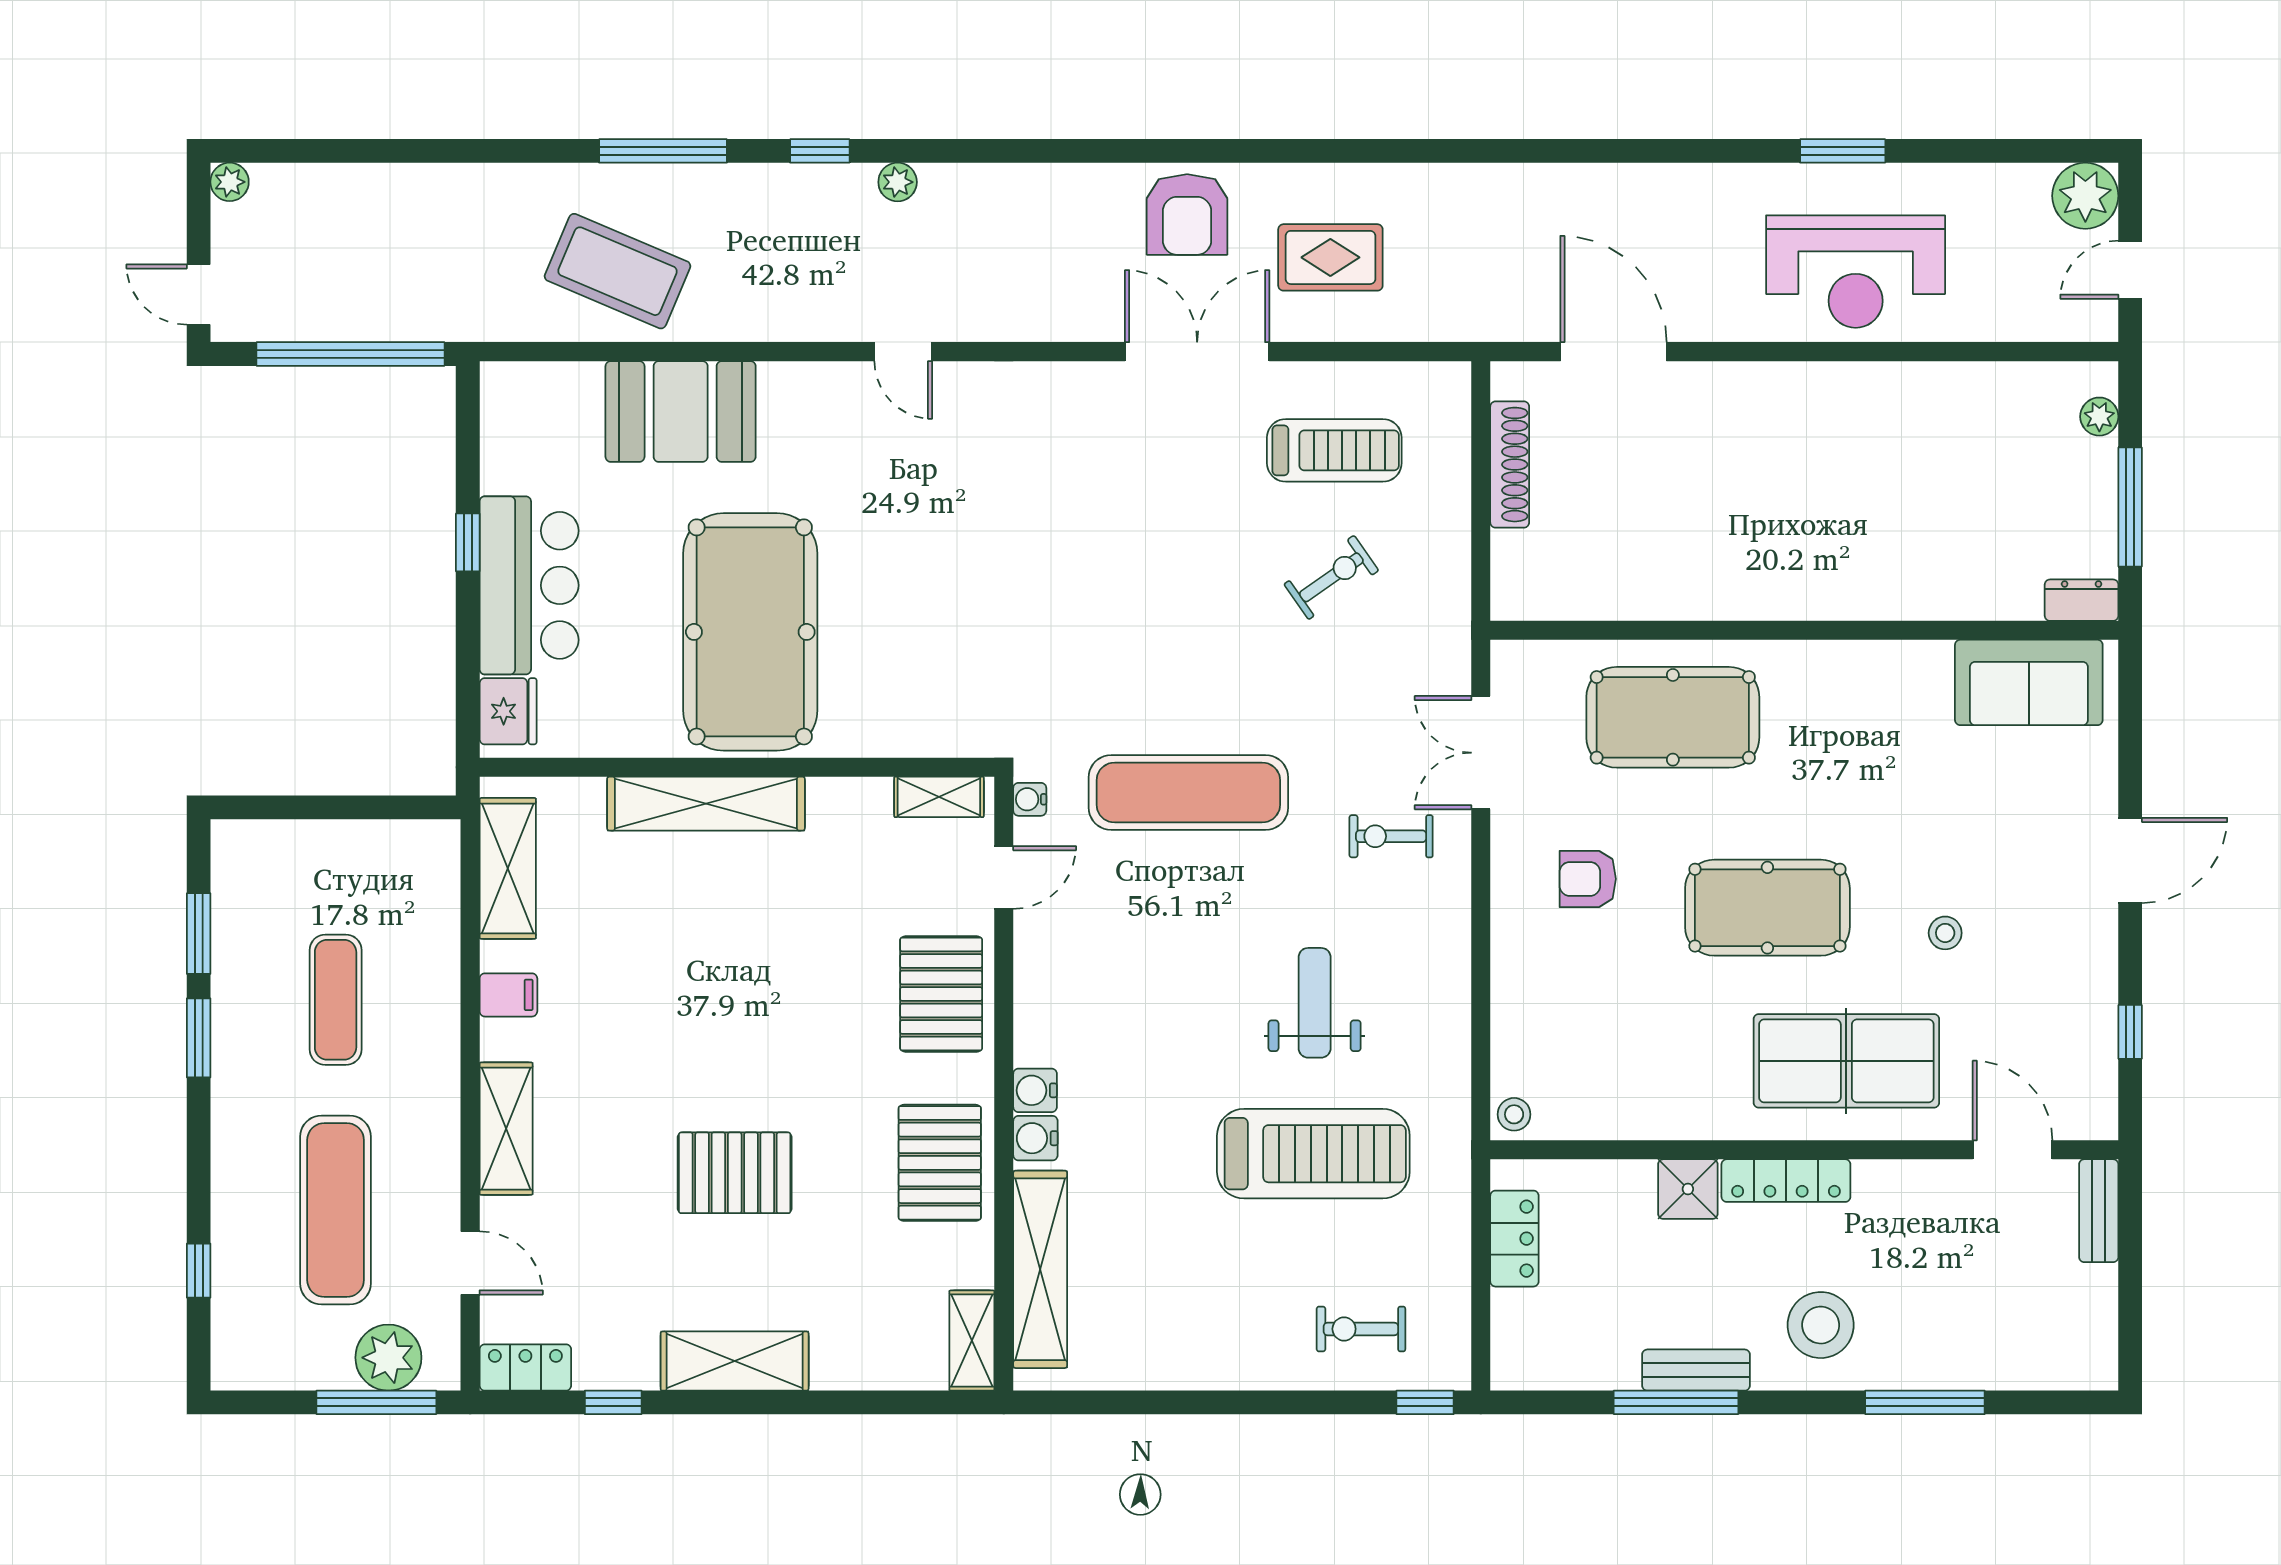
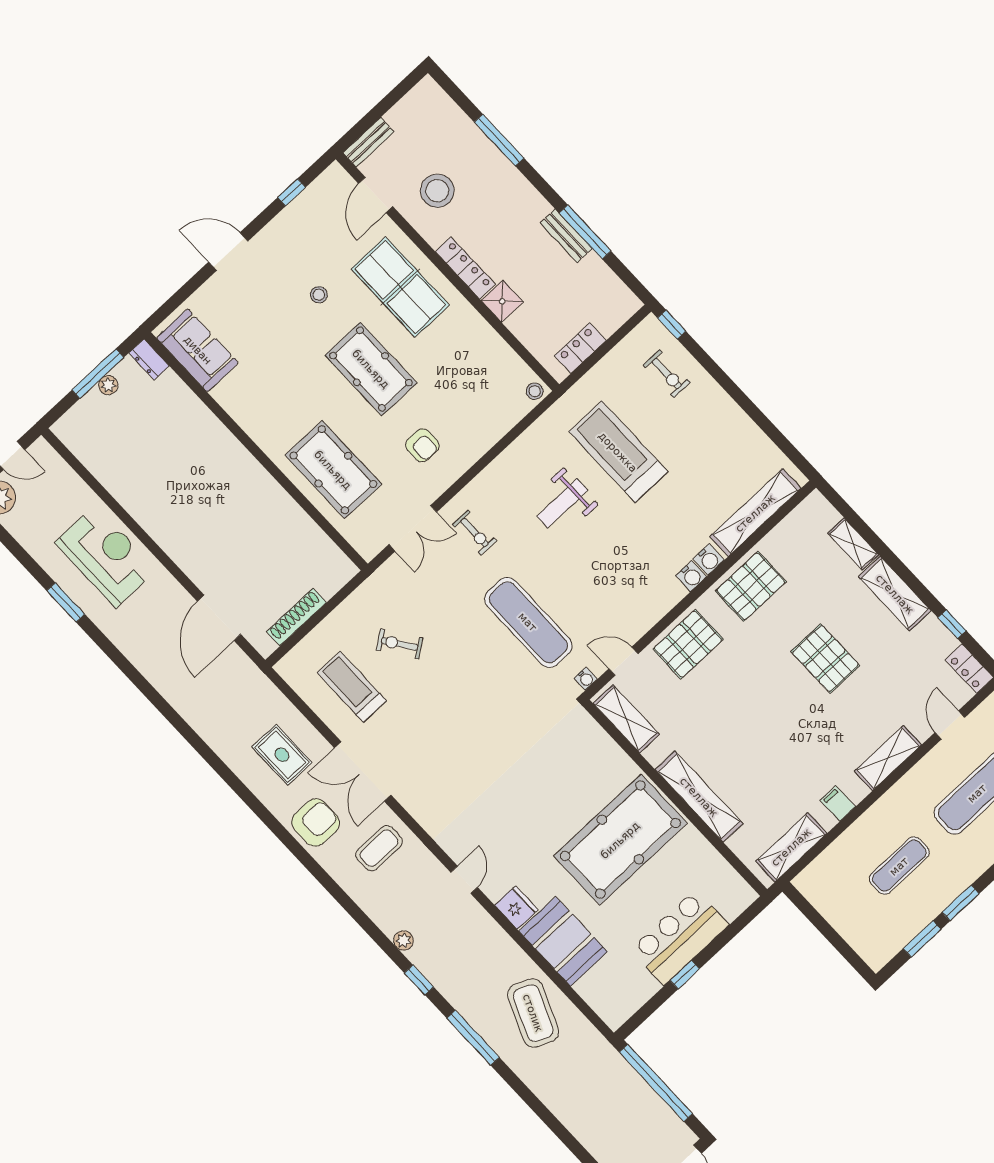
coffee table: (1064, 272) -> (379, 848), added
plant: (2099, 417) -> (108, 385), moved
fridge: (508, 711) -> (516, 908), moved, turned 90
shelving: (939, 797) -> (626, 719), width x1.50, depth x1.33
stool: (1821, 1325) -> (437, 191), moved
shelving: (972, 1341) -> (853, 544), moved, turned 90

